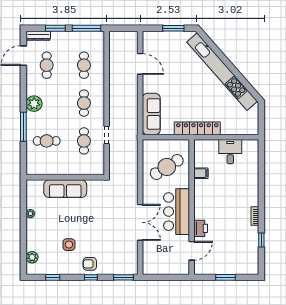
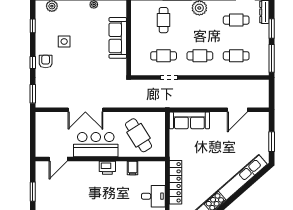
locker: (197, 128) -> (176, 182), moved
printer: (201, 228) -> (107, 168), moved
door: (192, 251) -> (58, 159), hinge flipped

